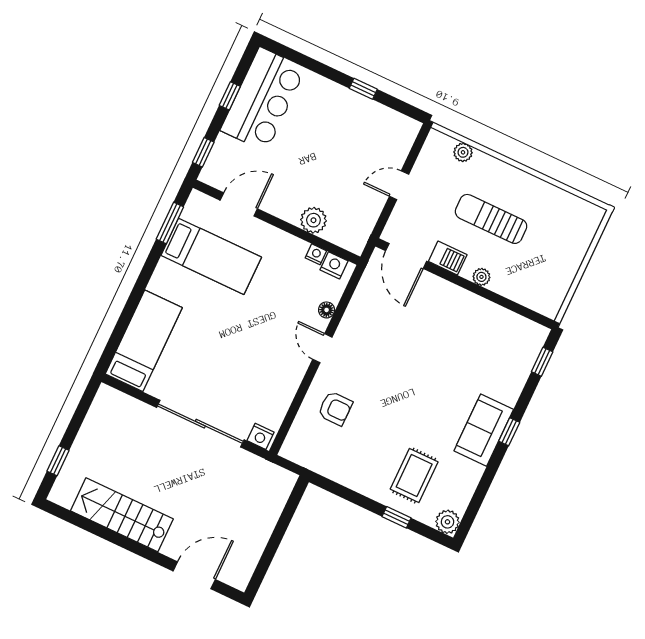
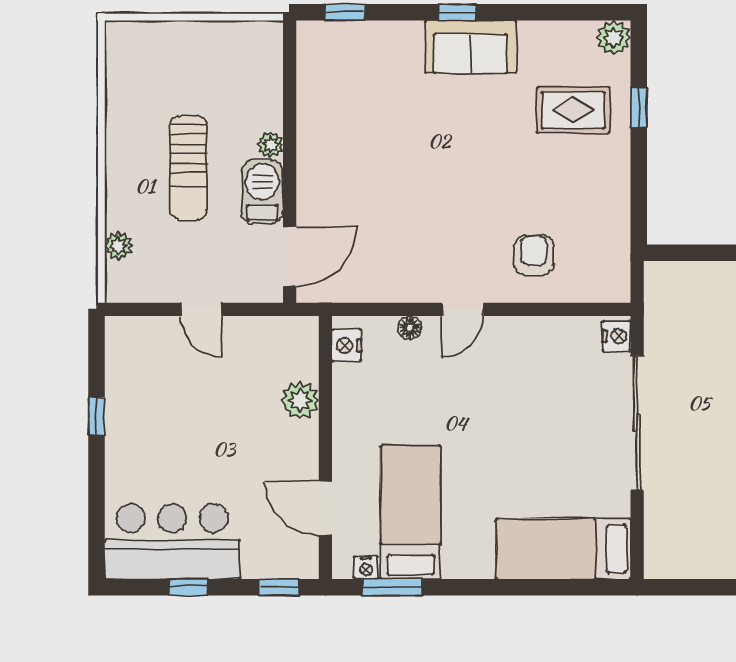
nightstand: (316, 254) -> (366, 568), moved, turned -90
barbecue: (448, 258) -> (262, 192), width x1.38, depth x1.27

